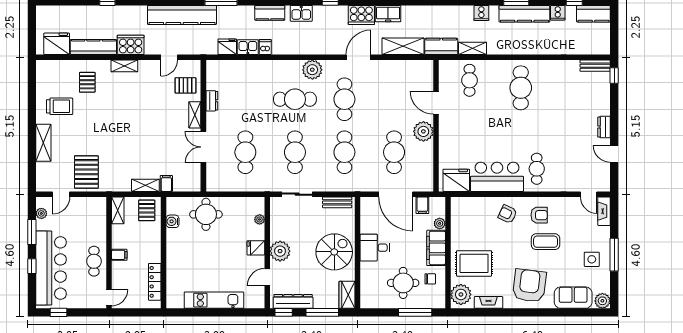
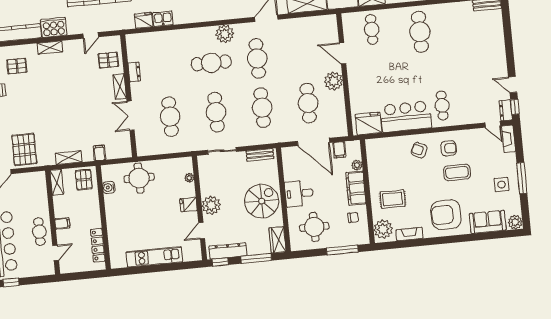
dishwasher: (265, 47) -> (179, 17), removed
window: (614, 75) -> (515, 107), moved
pallet: (87, 82) -> (17, 66), turned 90
dresser: (604, 127) -> (506, 110), moved
shelving: (145, 185) -> (69, 158), moved
rug: (474, 263) -> (393, 199), width x0.73, depth x0.70
round table: (403, 283) -> (314, 227), moved
armchair: (529, 286) -> (446, 215), turned -97
door: (109, 298) -> (56, 253), moved

